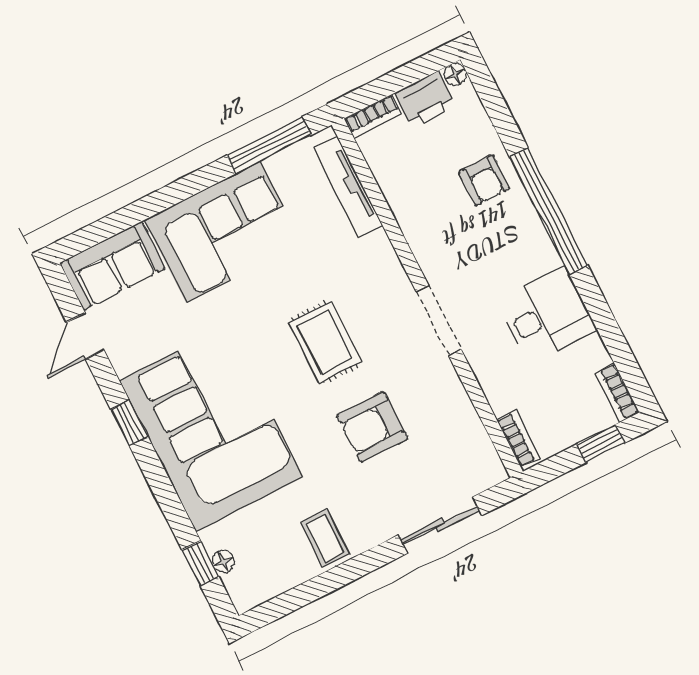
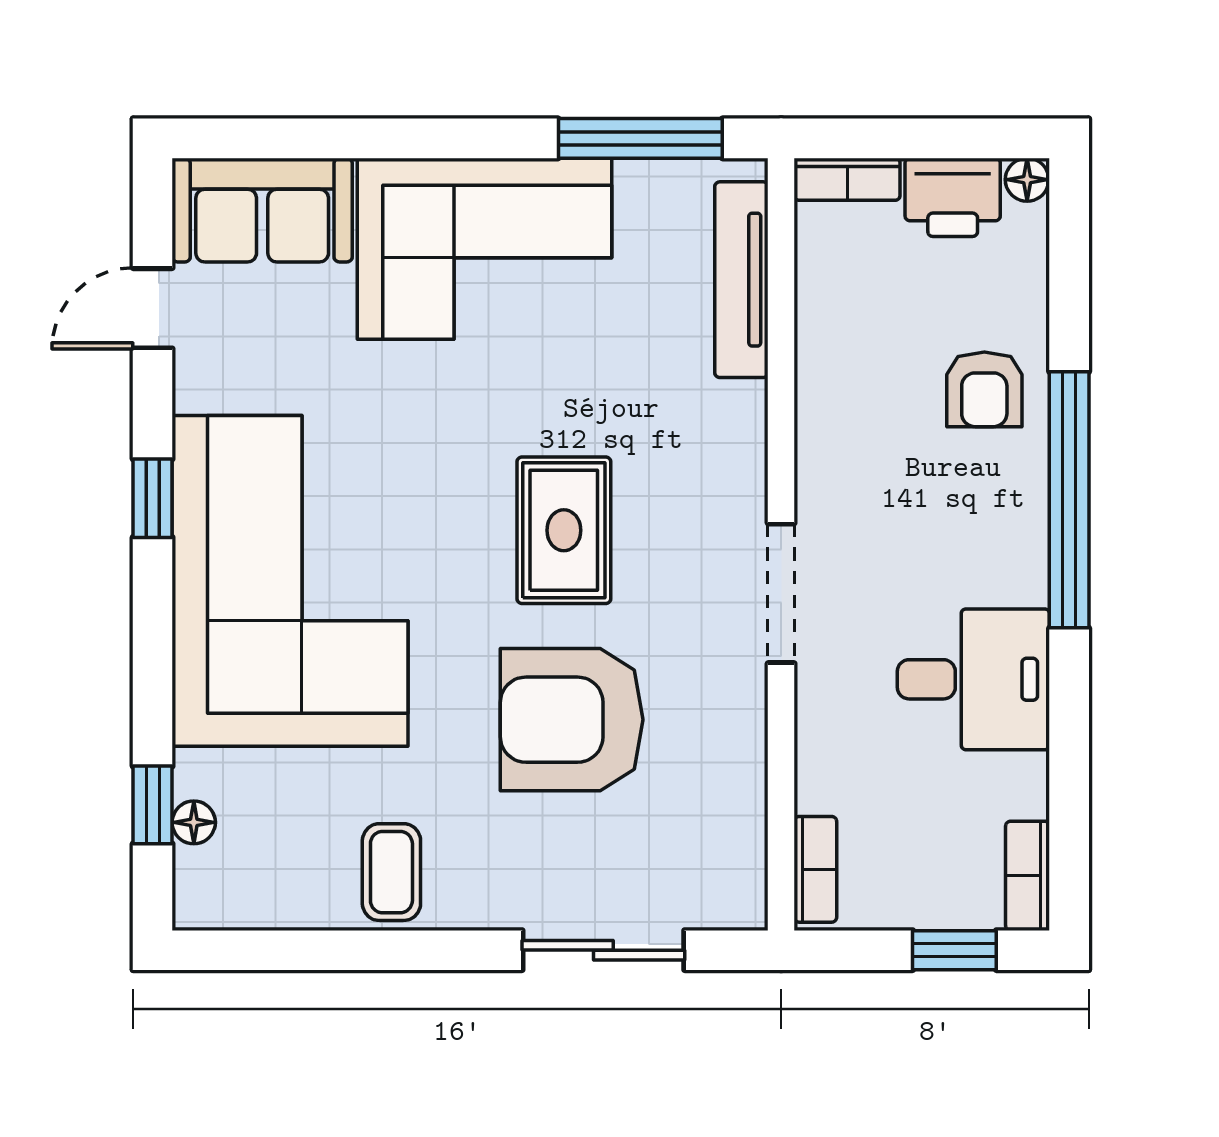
armchair: (372, 427) -> (572, 720), width x1.36, depth x1.36

